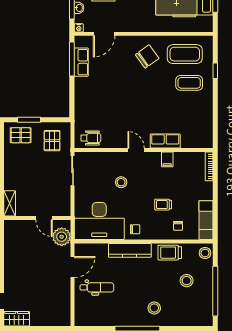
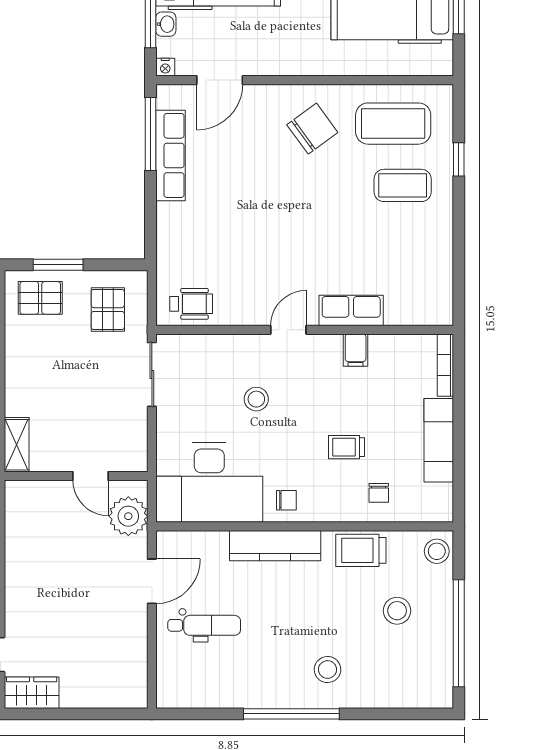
row of seats: (81, 62) -> (170, 155), width x1.48
door: (136, 150) -> (288, 330), hinge flipped
exam couch: (206, 220) -> (439, 440), moved

